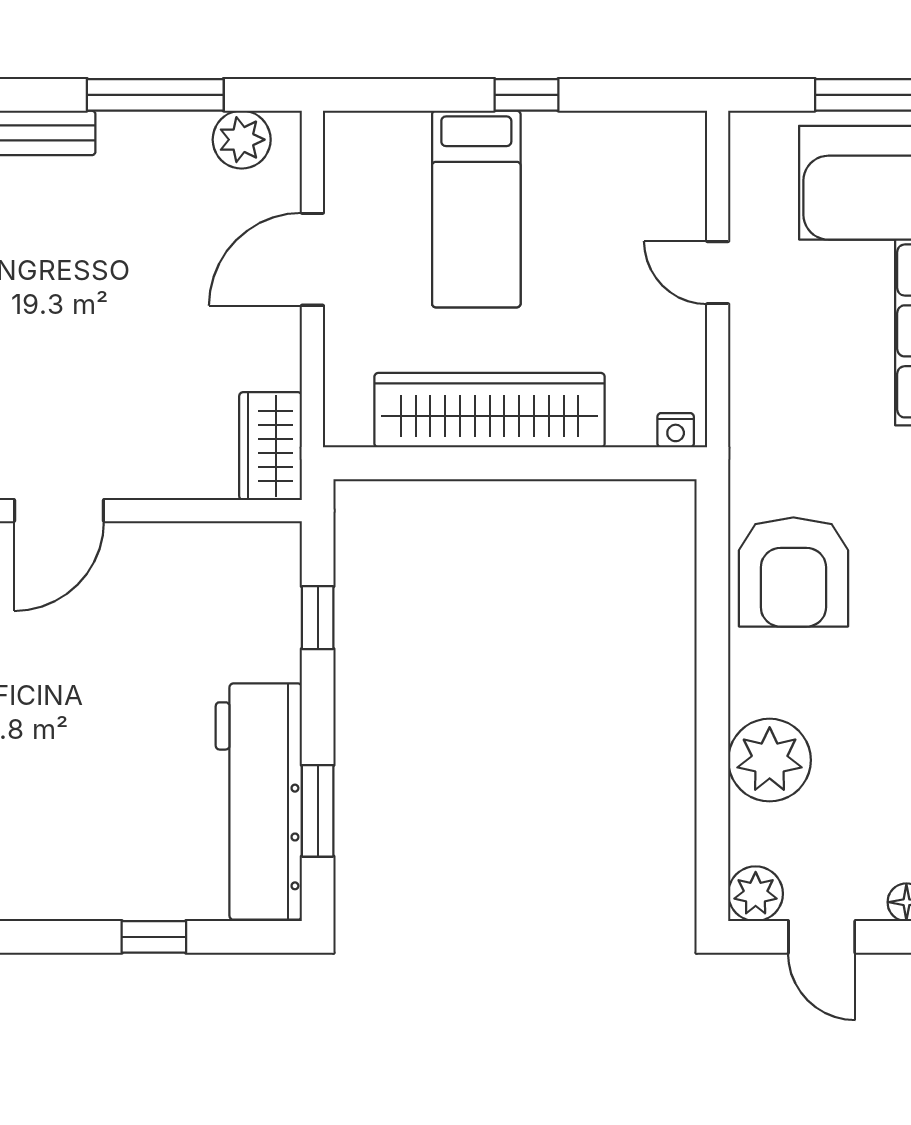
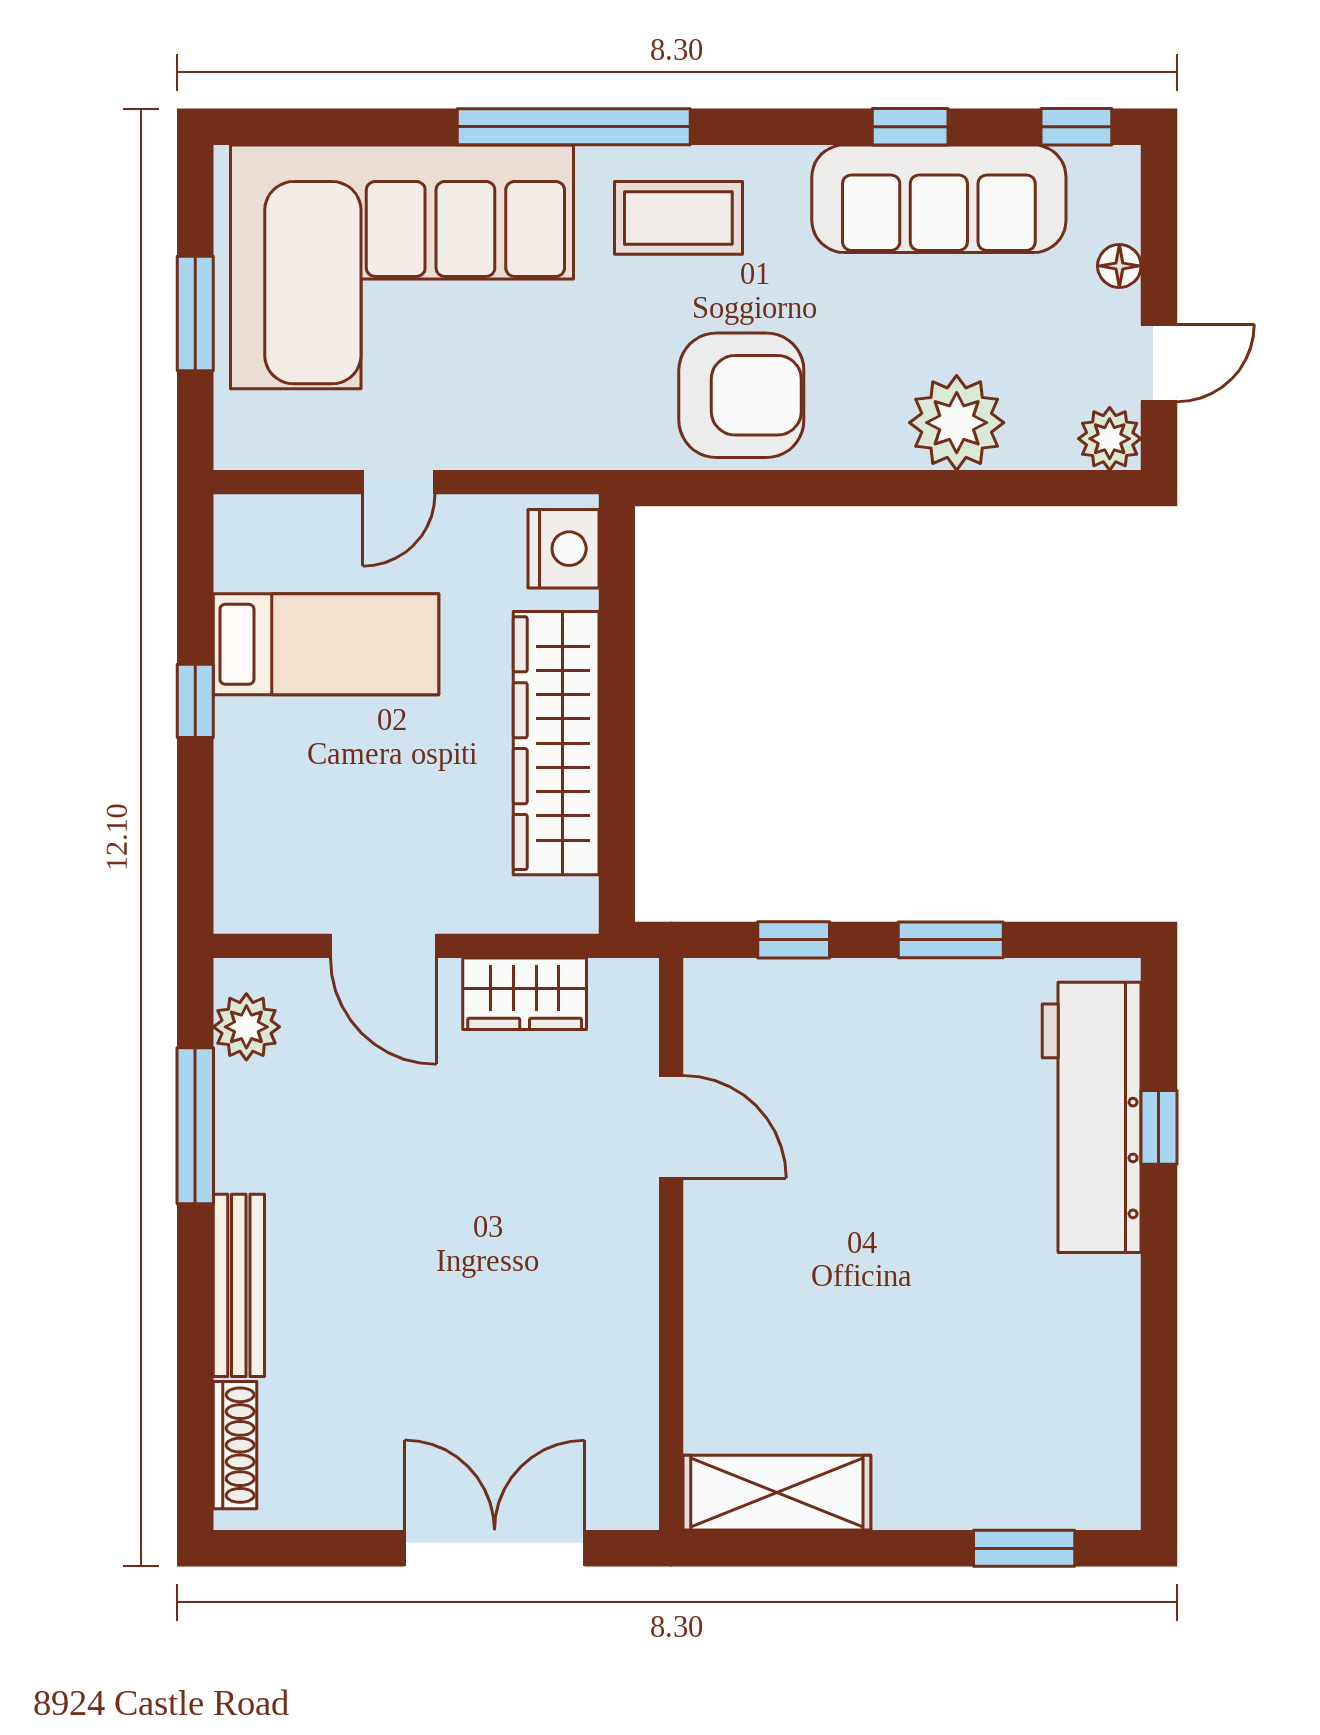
bed: (476, 209) -> (326, 644), moved
nightstand: (676, 430) -> (563, 549), width x1.89, depth x1.79
wardrobe: (271, 446) -> (525, 994), moved
door: (59, 511) -> (671, 1127), moved
workbench: (259, 802) -> (1092, 1117), moved, turned 90
window: (318, 811) -> (951, 940), moved

